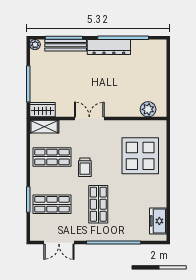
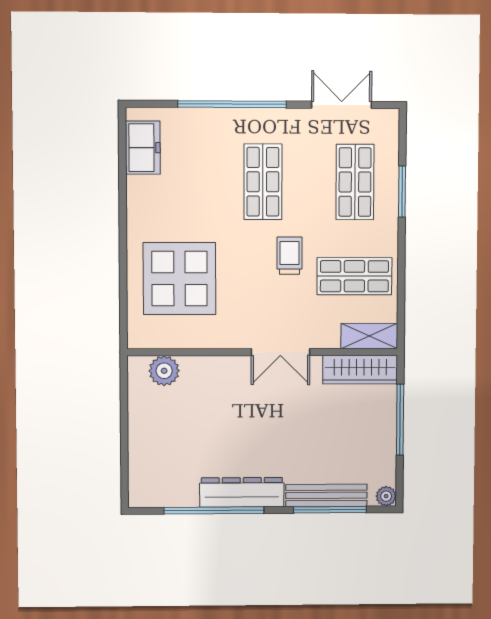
wardrobe: (42, 110) -> (360, 370), width x1.50
shop shelf: (52, 204) -> (355, 182), turned 90

